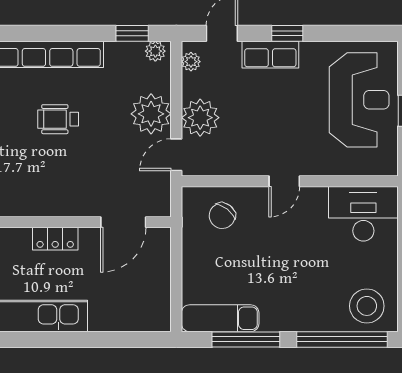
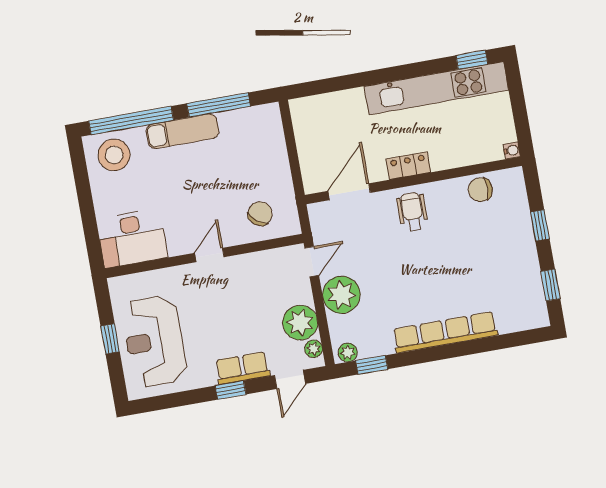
plant: (200, 118) -> (300, 323), moved
wheelchair: (58, 119) -> (412, 212), moved, turned -90
exam couch: (220, 318) -> (182, 131), moved

